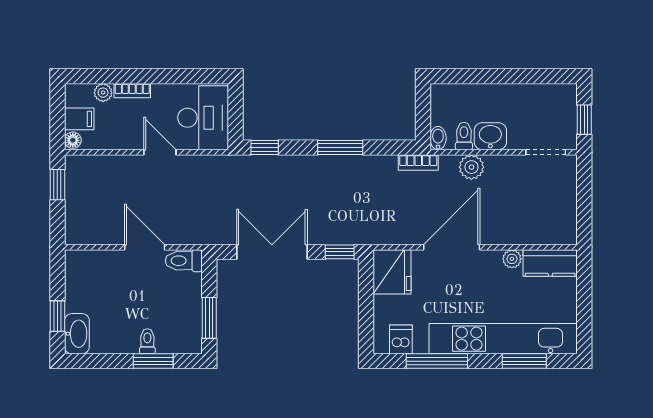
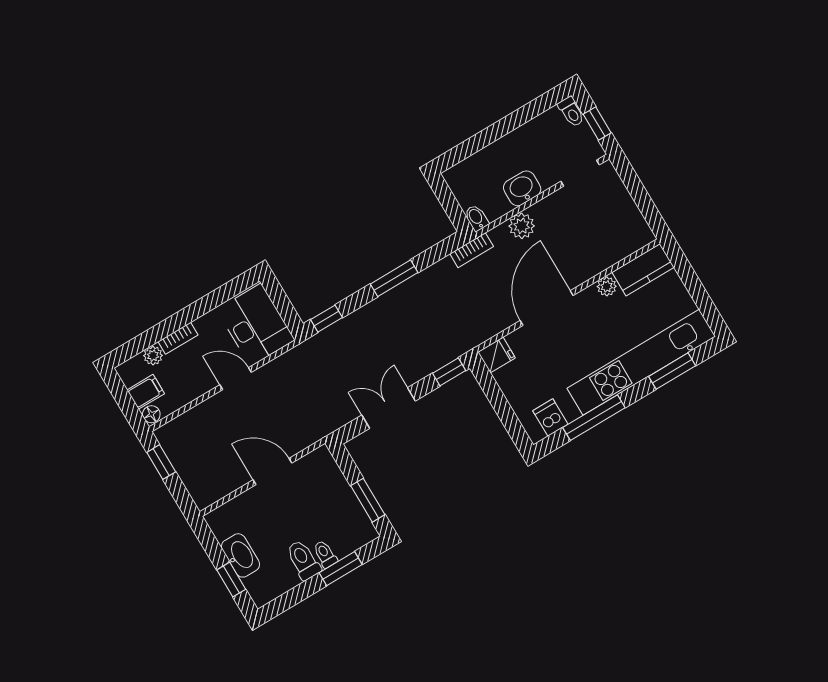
toilet: (464, 136) -> (571, 112), moved, turned 180
double door: (272, 252) -> (389, 408), width x0.73
toilet: (184, 261) -> (303, 560), moved, turned 90
fridge: (392, 272) -> (497, 355), width x0.53, depth x0.75
washbasin: (77, 334) -> (240, 555), moved

